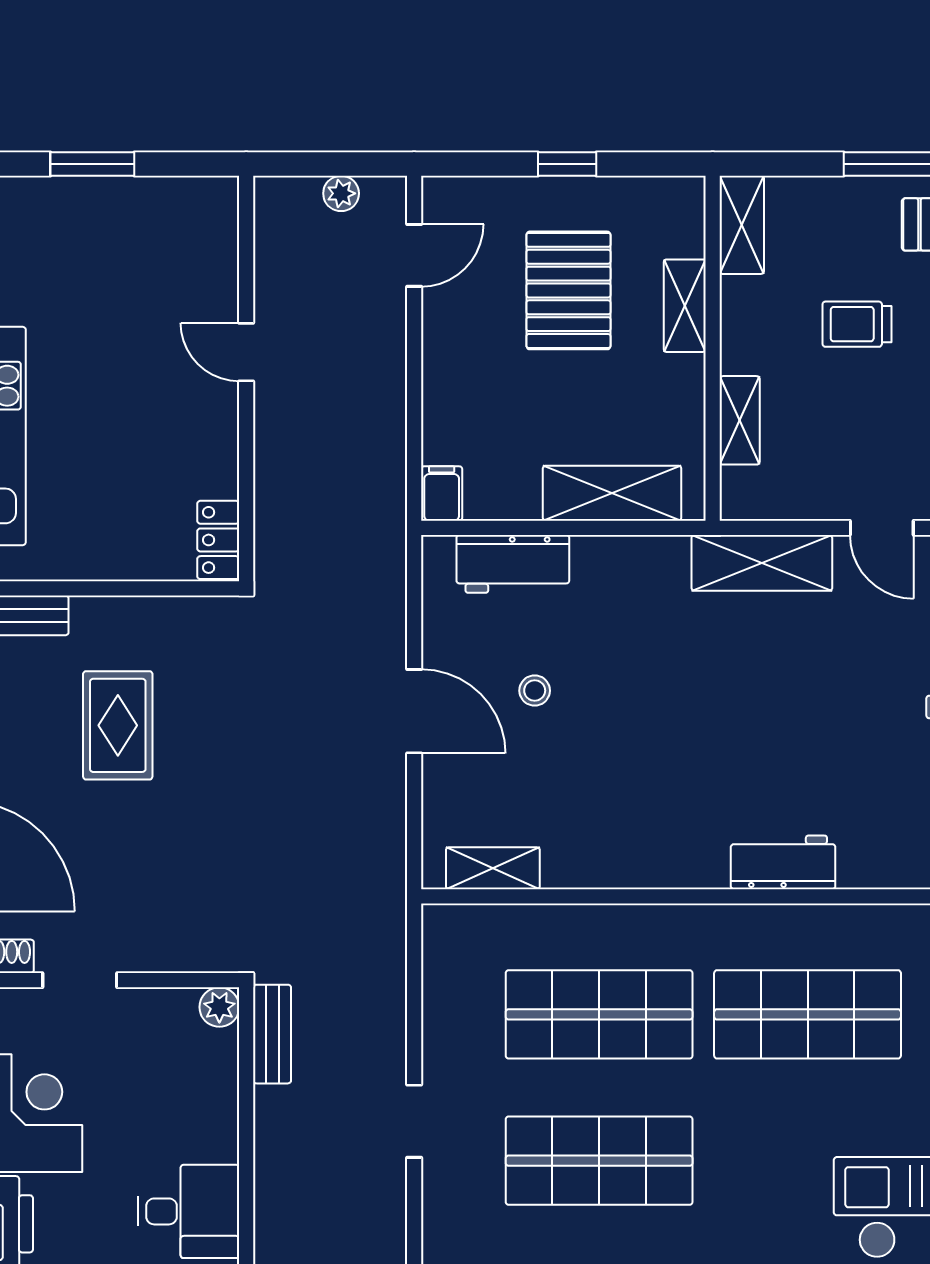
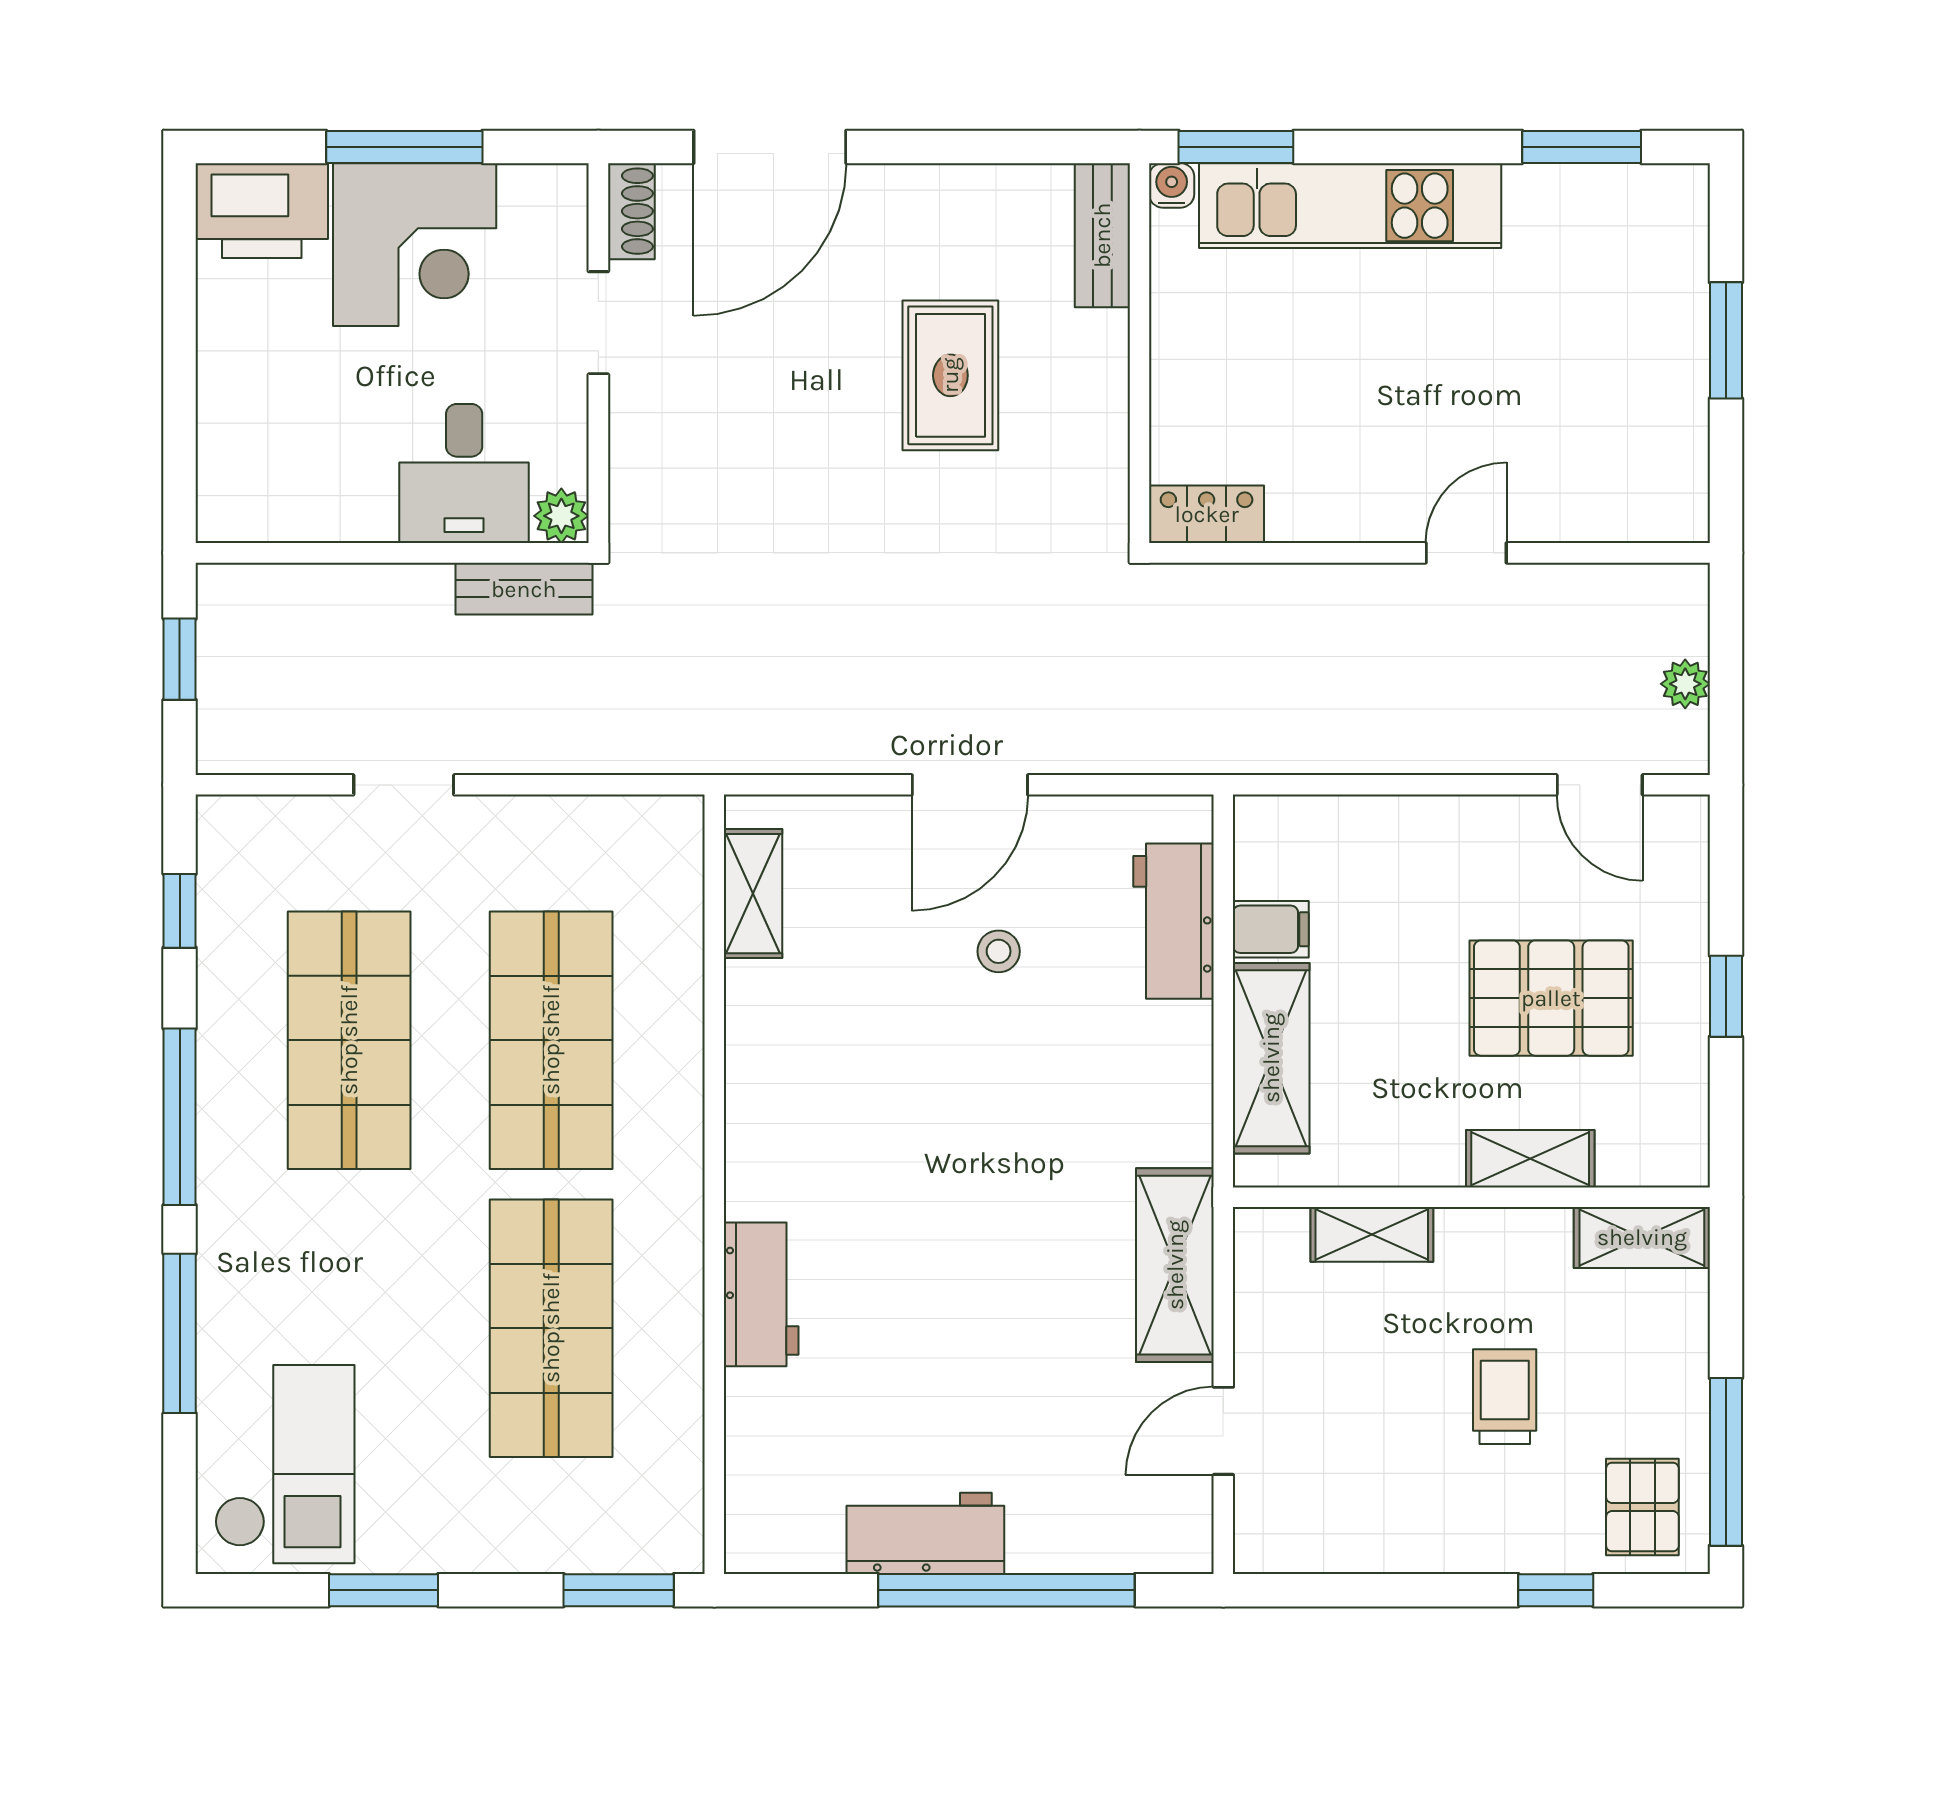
filing cabinet: (442, 493) -> (1271, 929), moved
rug: (118, 725) -> (950, 375), turned 90
desk: (189, 1211) -> (464, 473), moved

